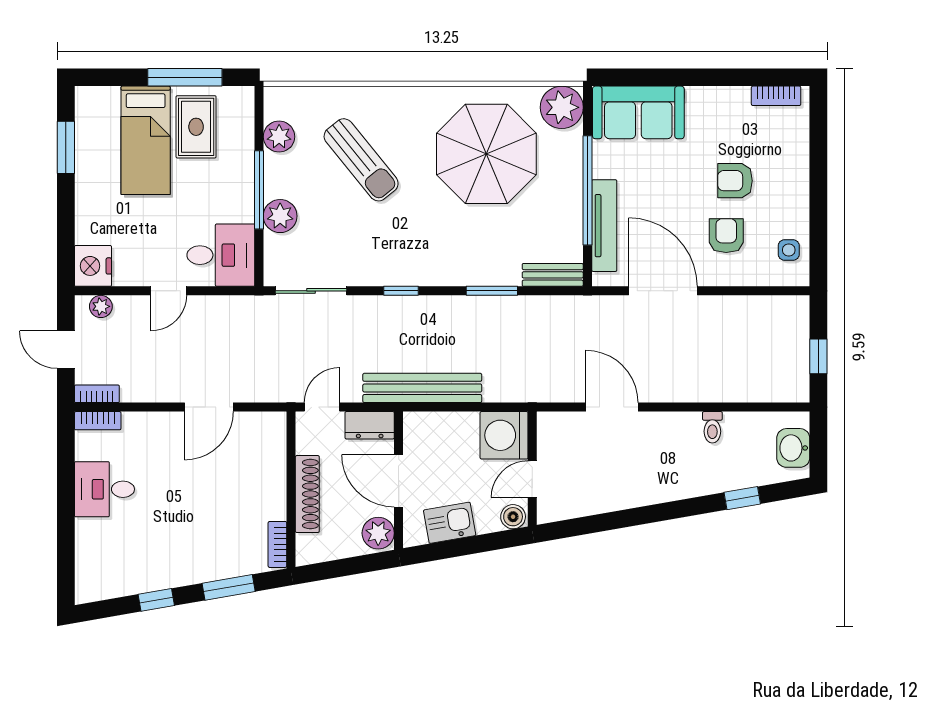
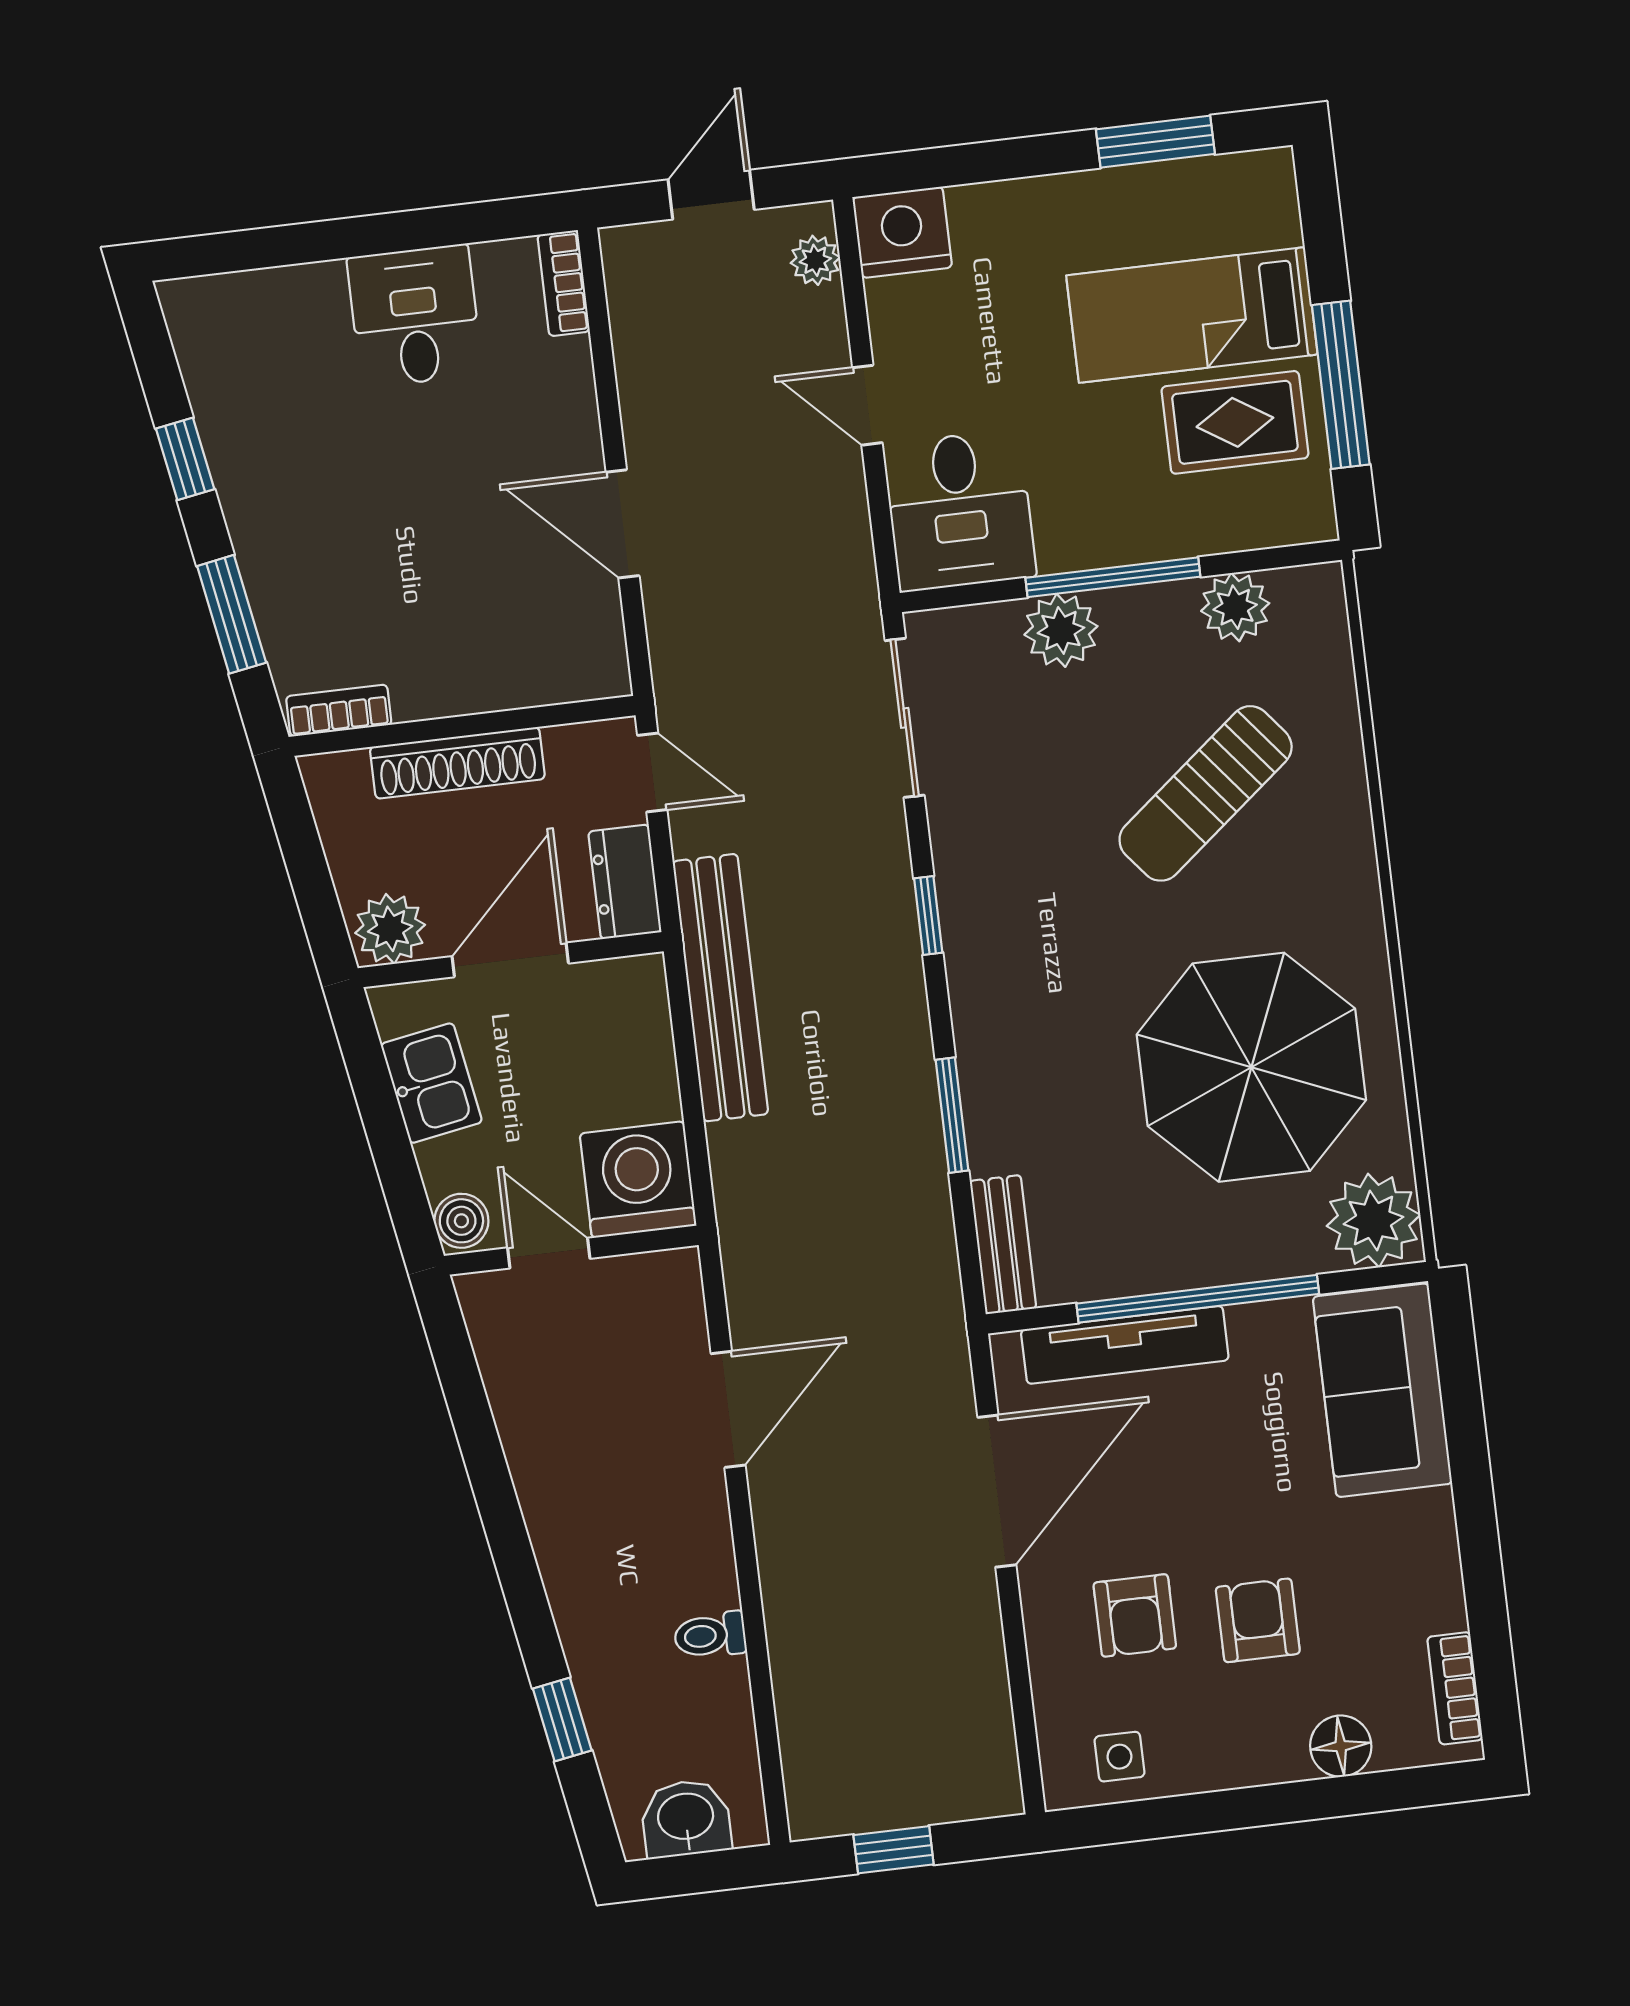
floor lamp: (796, 150) -> (1341, 1746), added
armchair: (726, 236) -> (1135, 1615), turned 90
bookcase: (97, 394) -> (622, 274), removed

